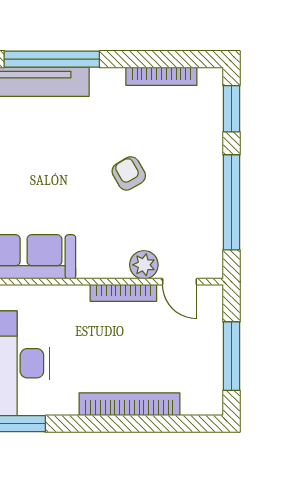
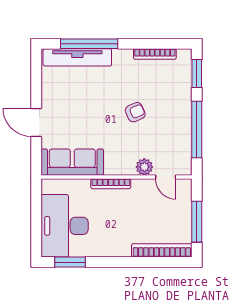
armchair: (129, 173) -> (135, 112), turned 96
bookcase: (123, 293) -> (111, 184), moved
bookcase: (129, 404) -> (162, 250), moved

